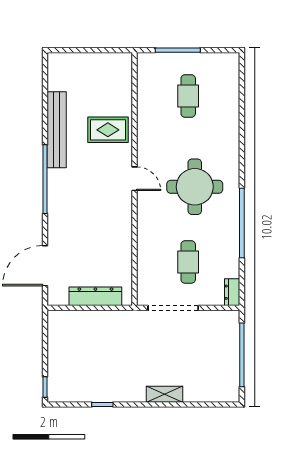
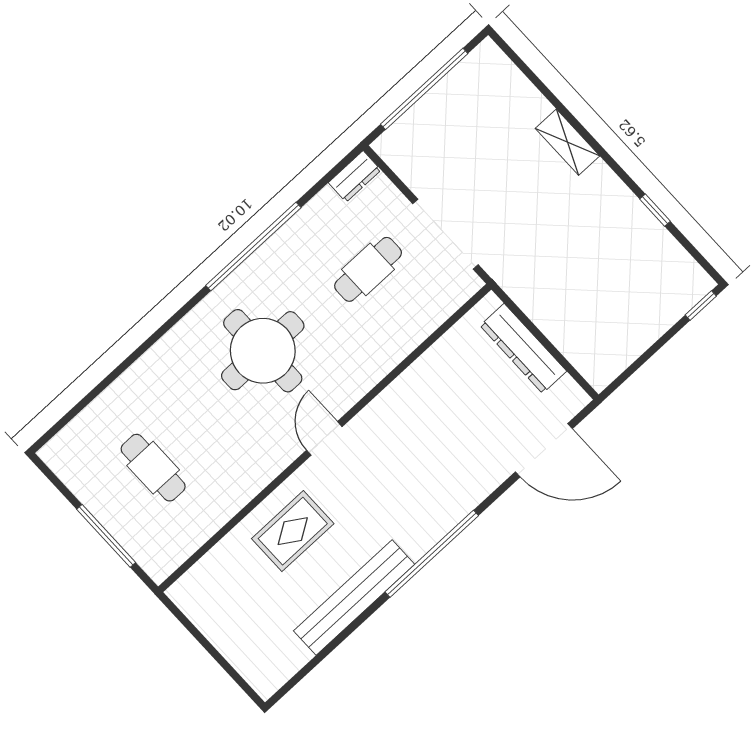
cafe table: (188, 96) -> (153, 468), turned 90
rug: (108, 130) -> (293, 531), turned 90

